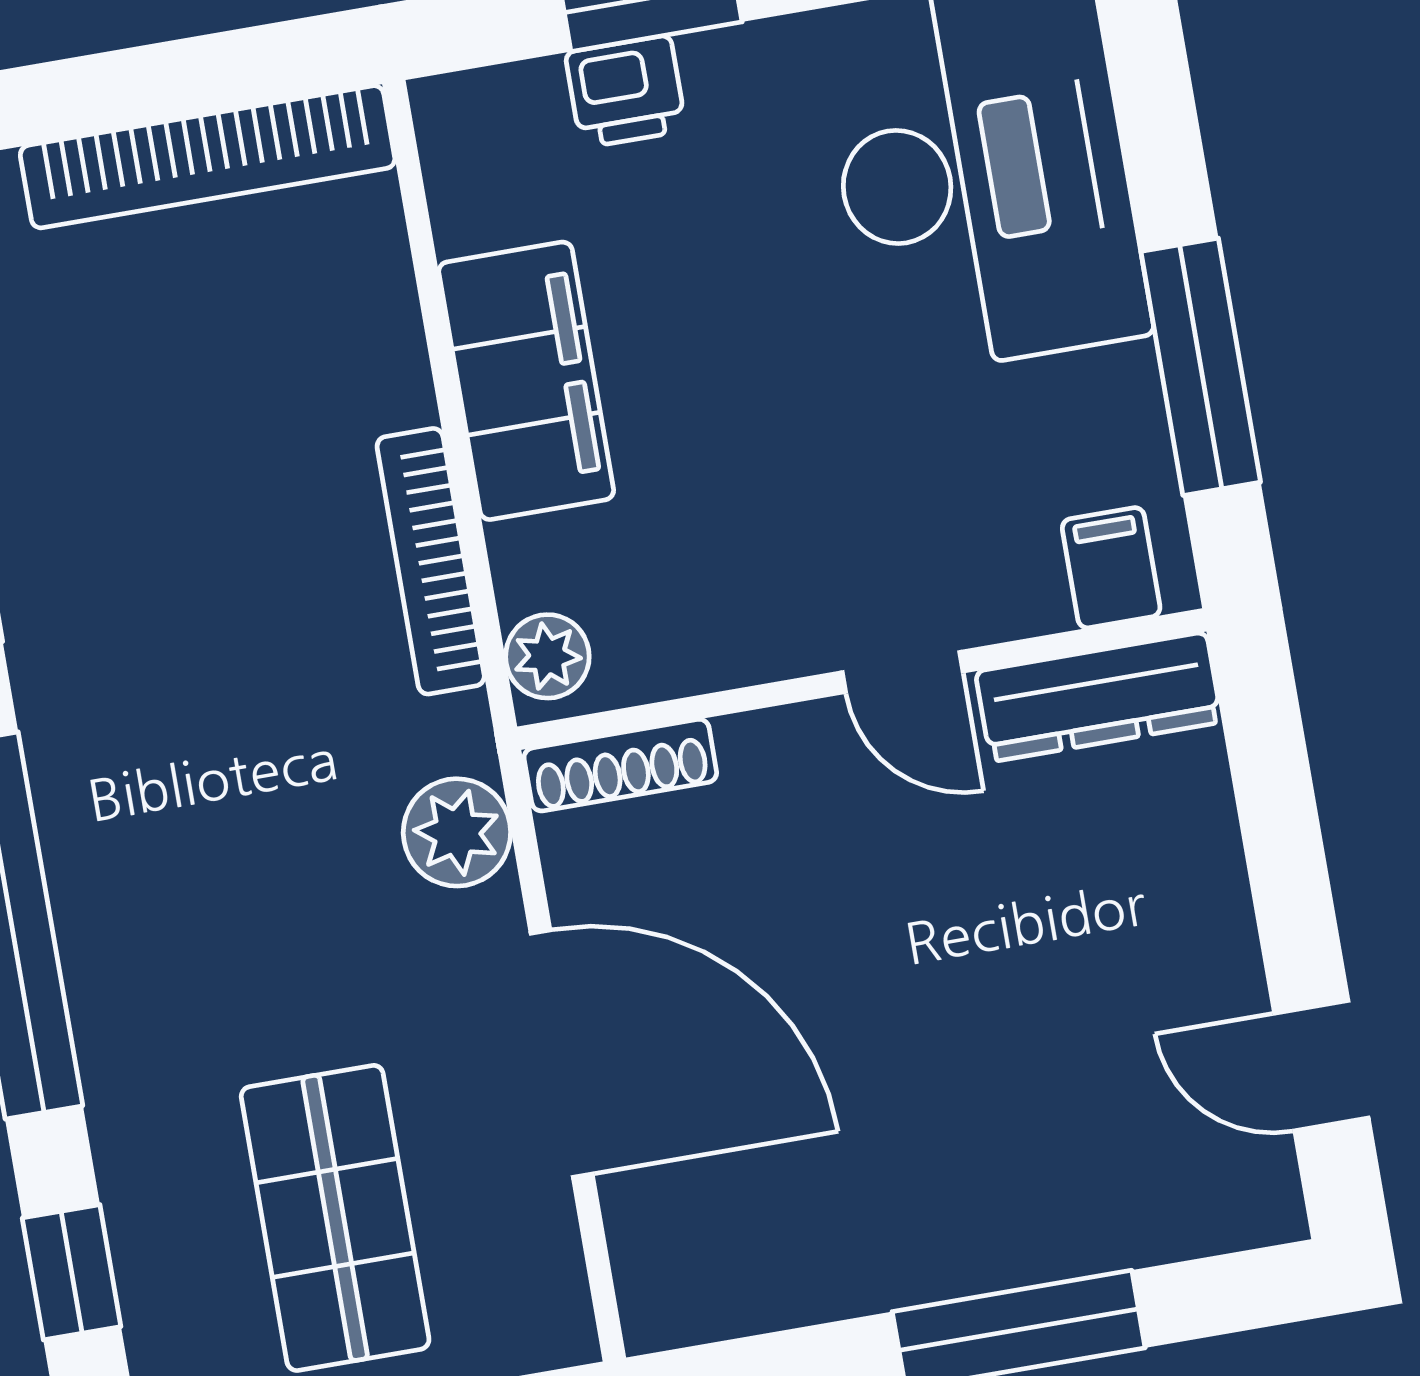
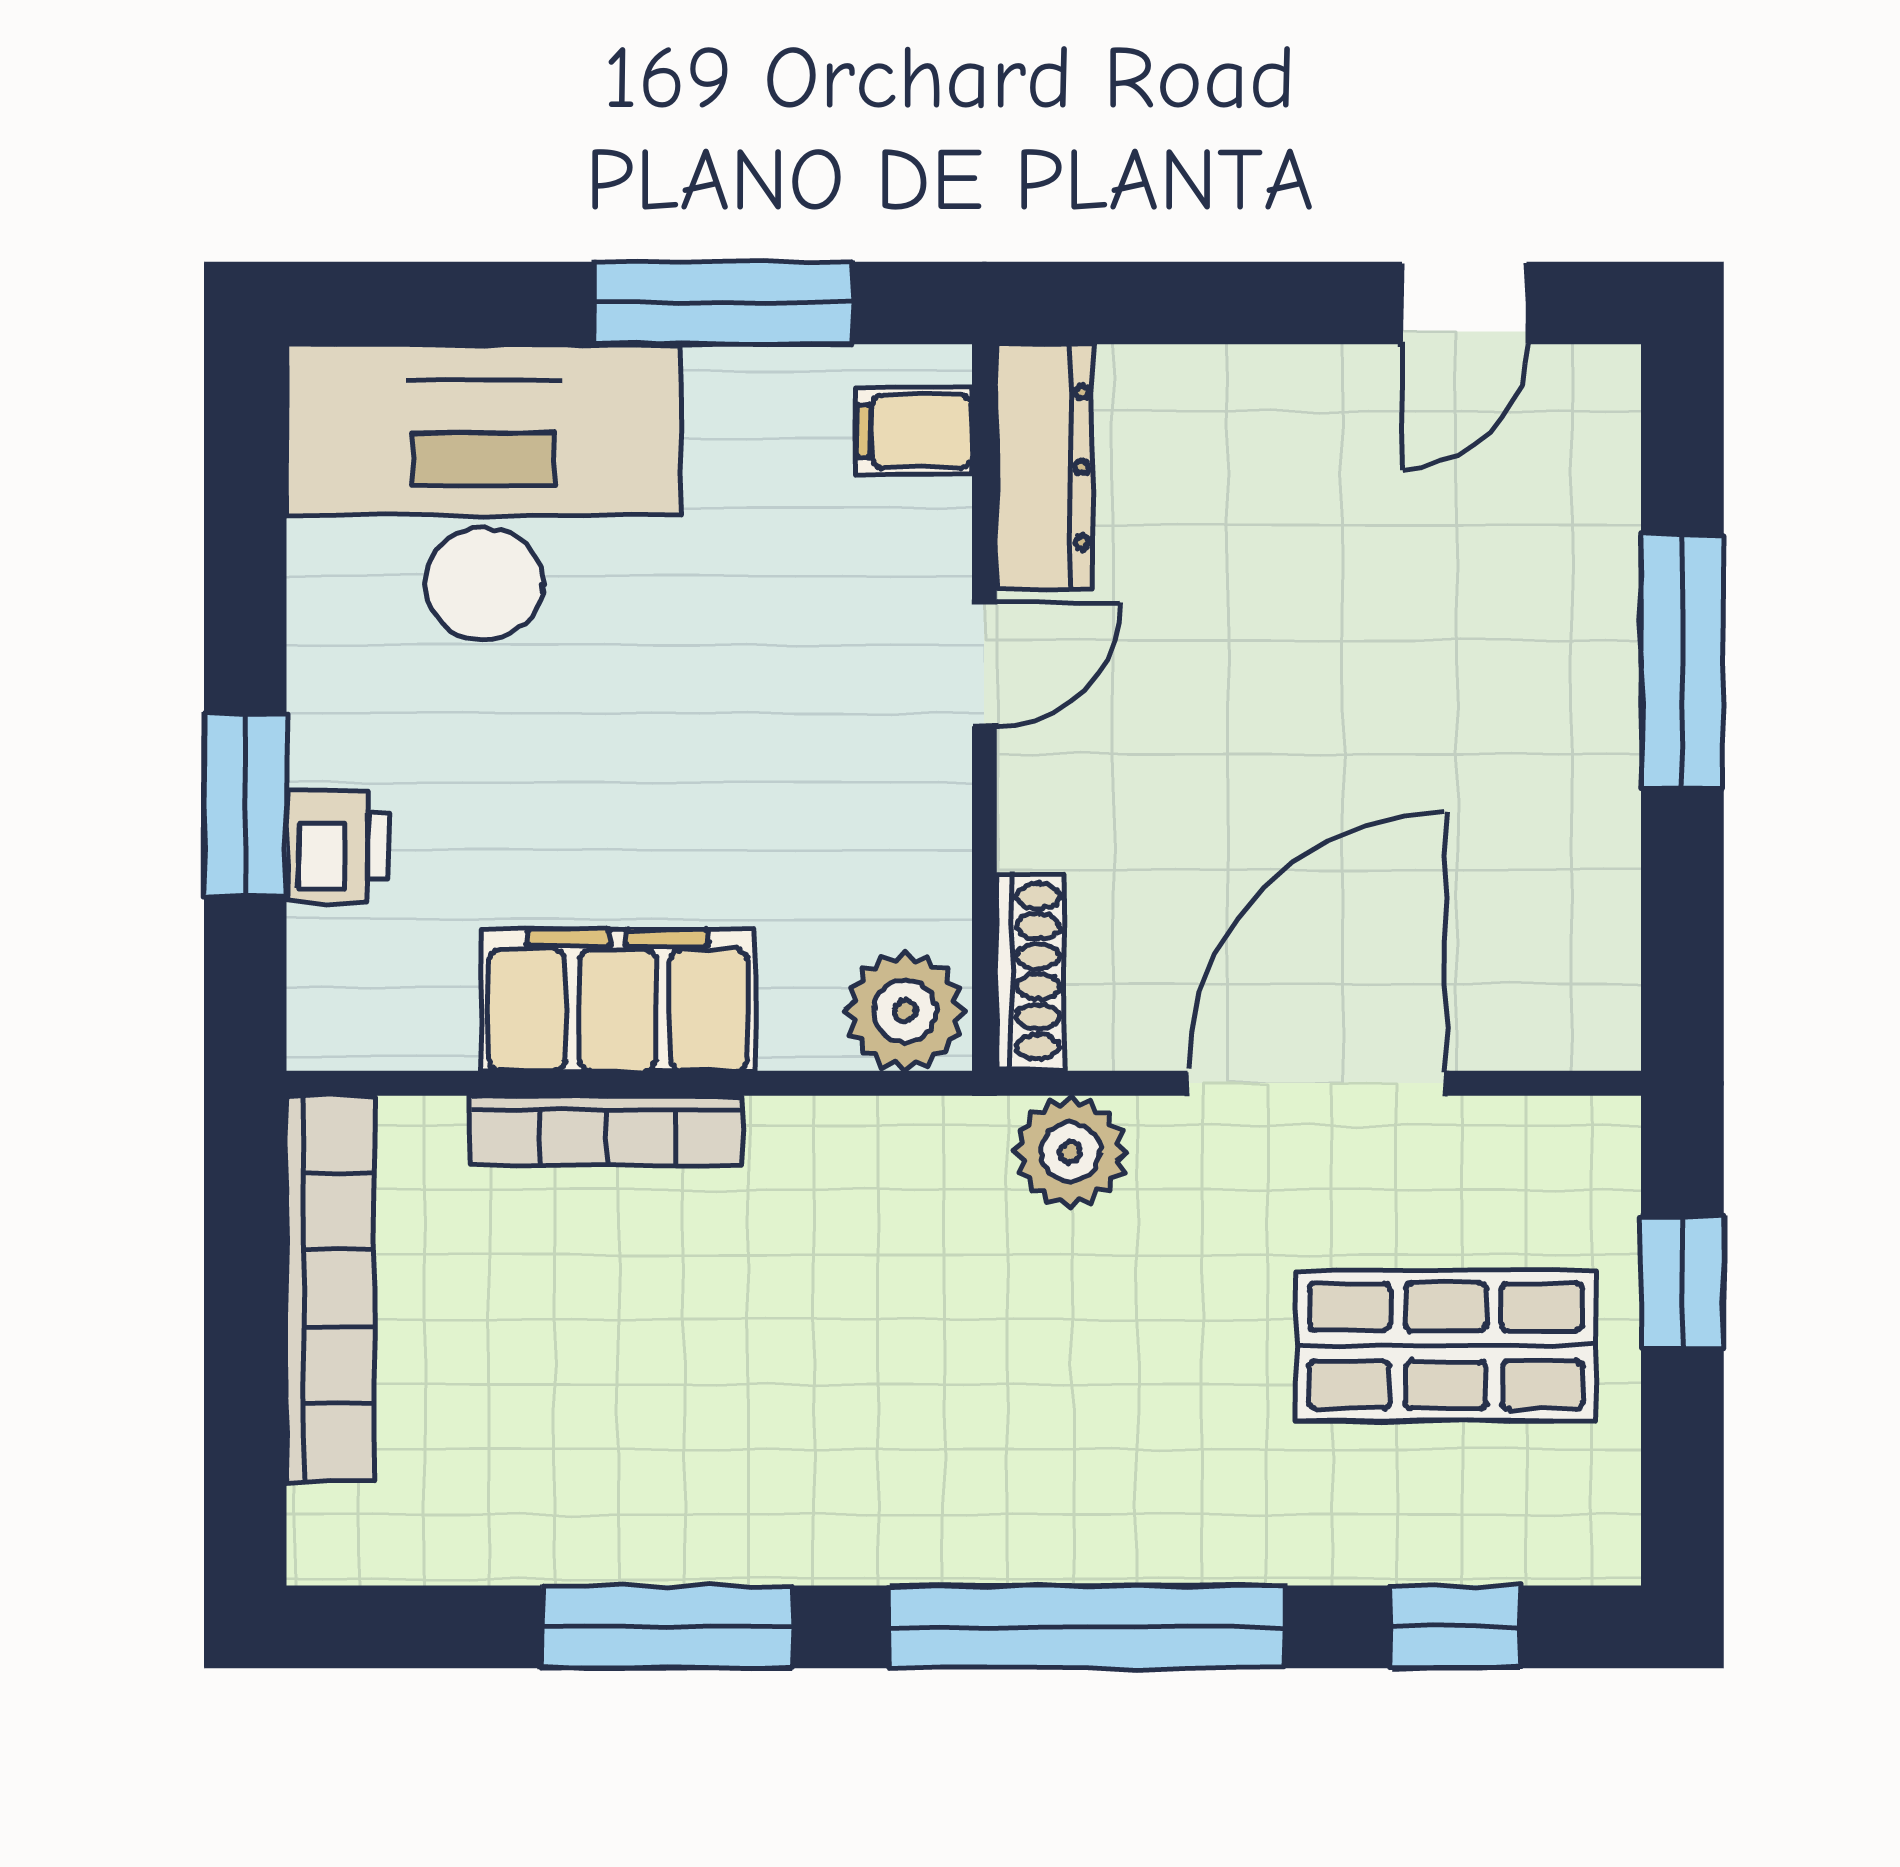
bookcase: (431, 561) -> (607, 1131), moved
plant: (547, 656) -> (905, 1011), width x1.38, depth x1.38

